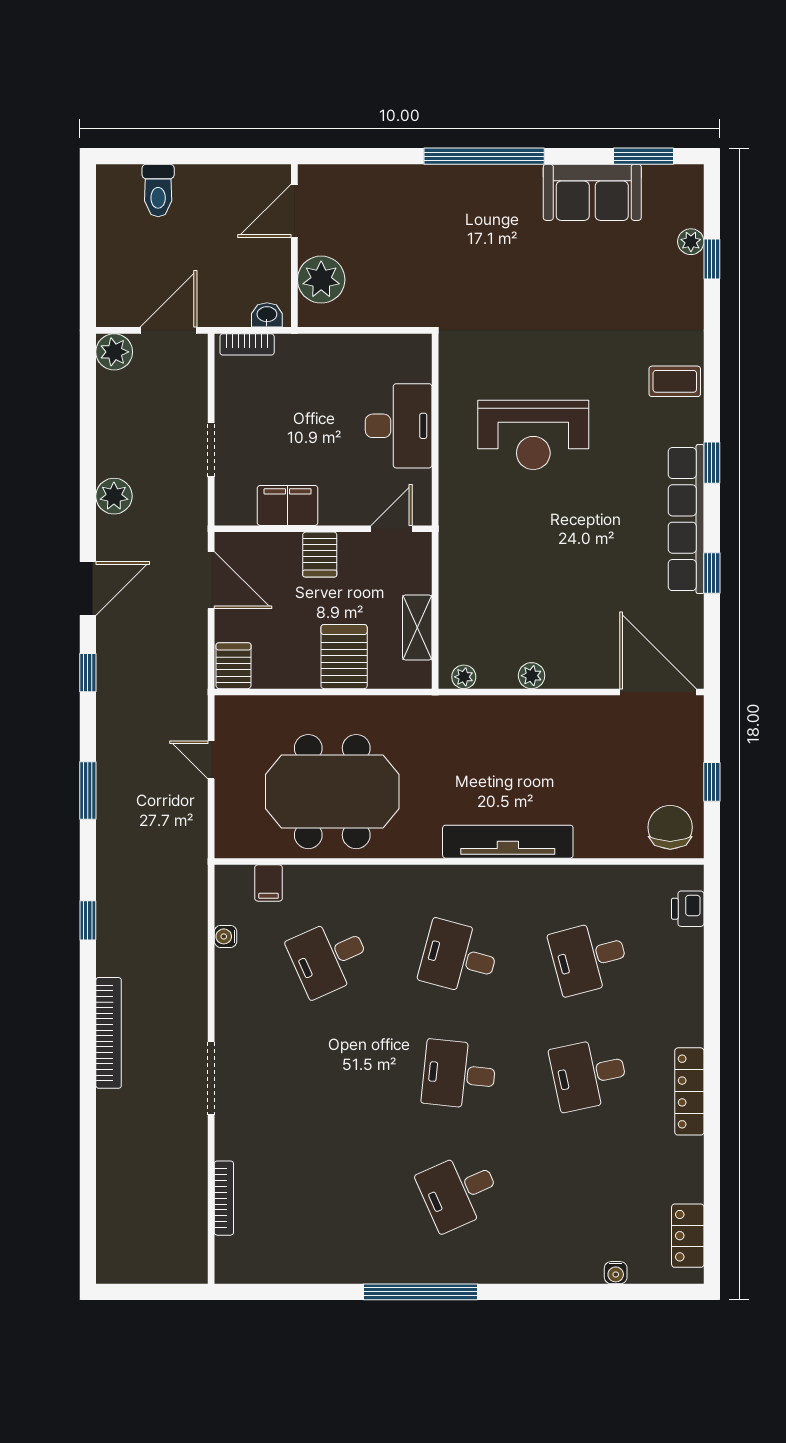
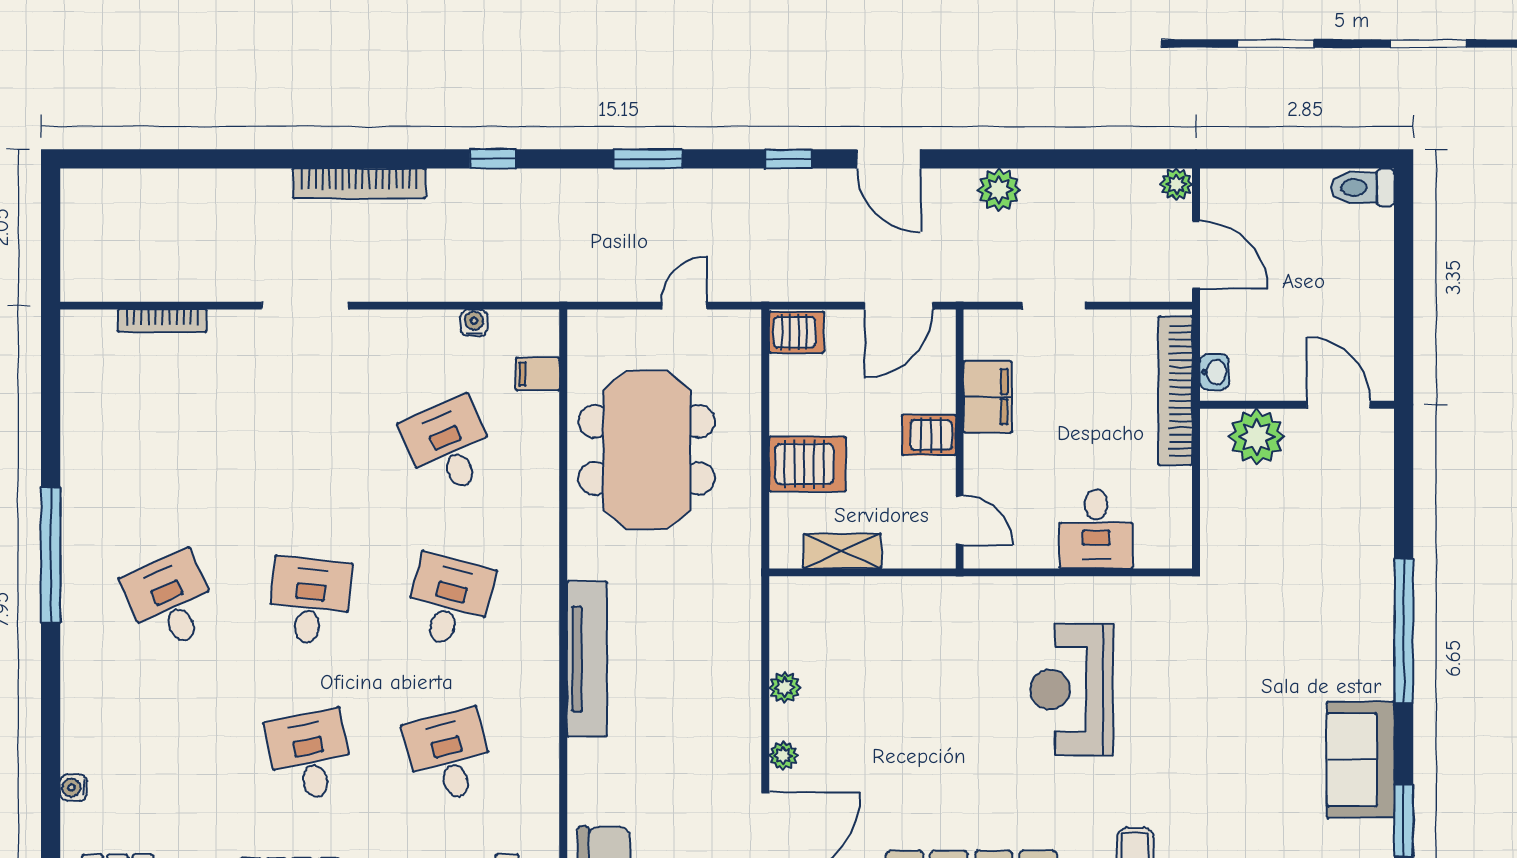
toilet: (158, 190) -> (1363, 188), moved
bookcase: (247, 344) -> (1175, 391), width x2.31, depth x1.31
plant: (114, 352) -> (1176, 184), width x0.73, depth x0.73
desk: (399, 426) -> (1096, 529), width x0.73
plant: (464, 677) -> (783, 756), moved

